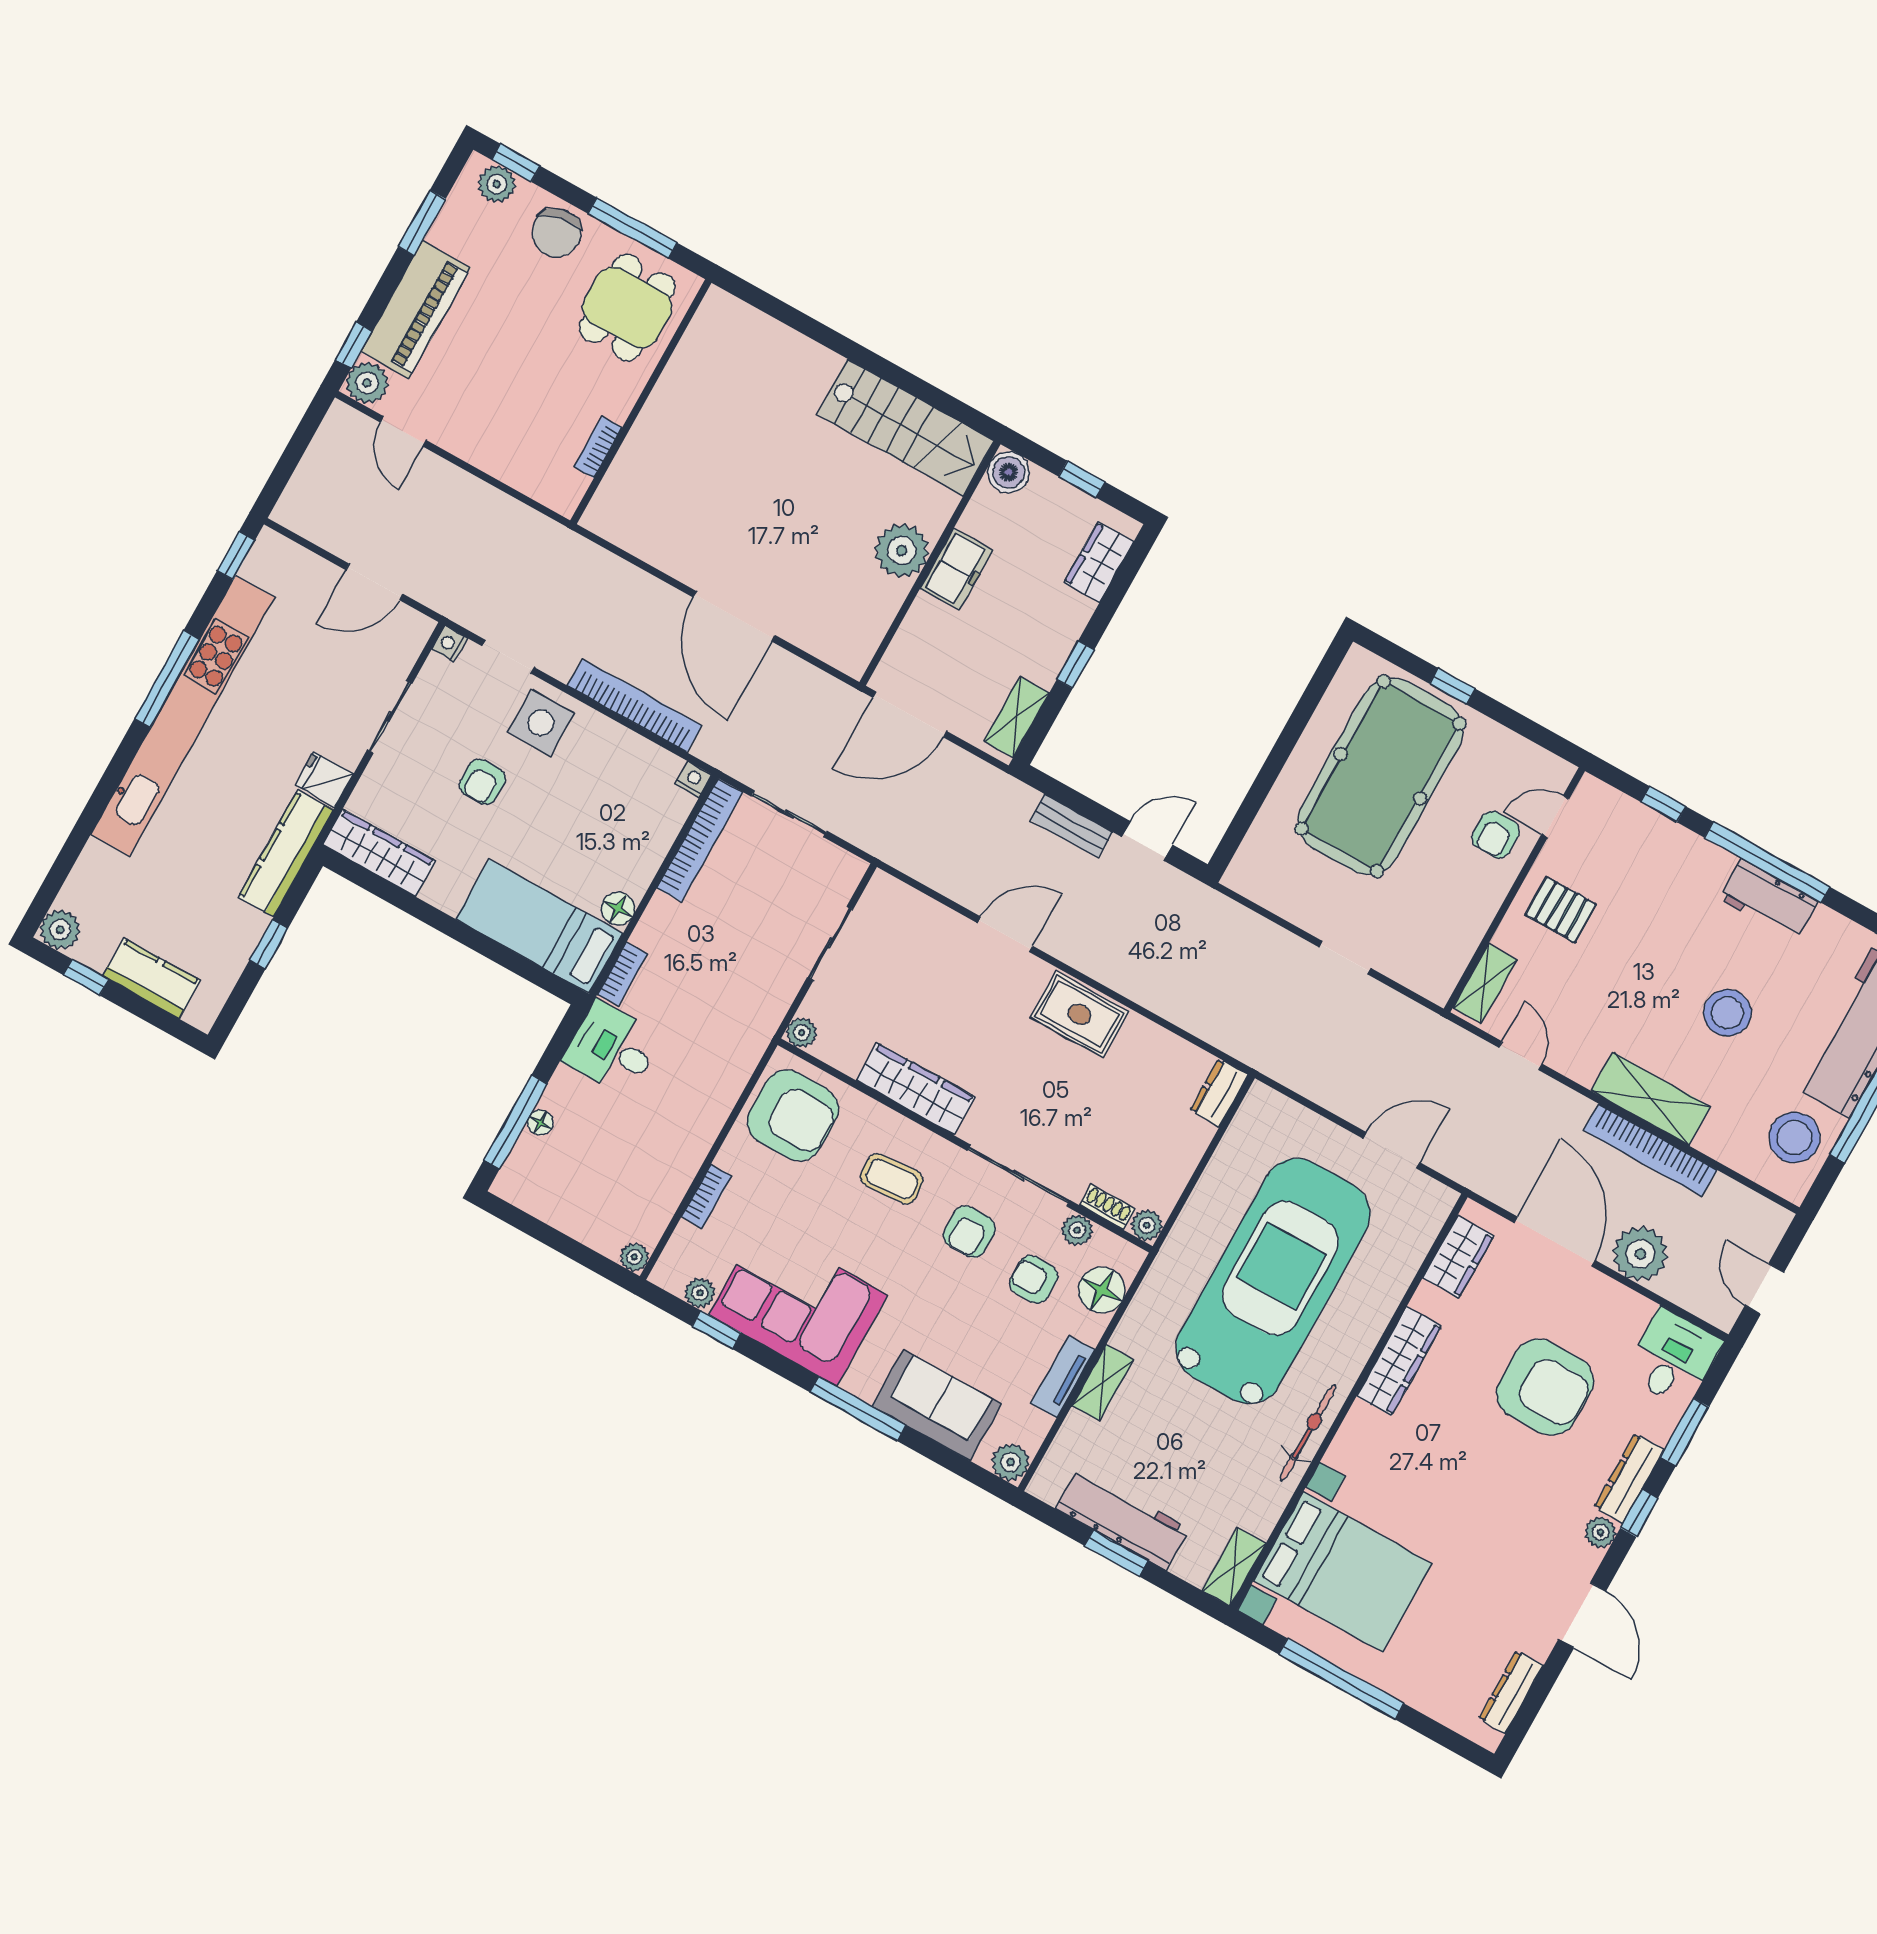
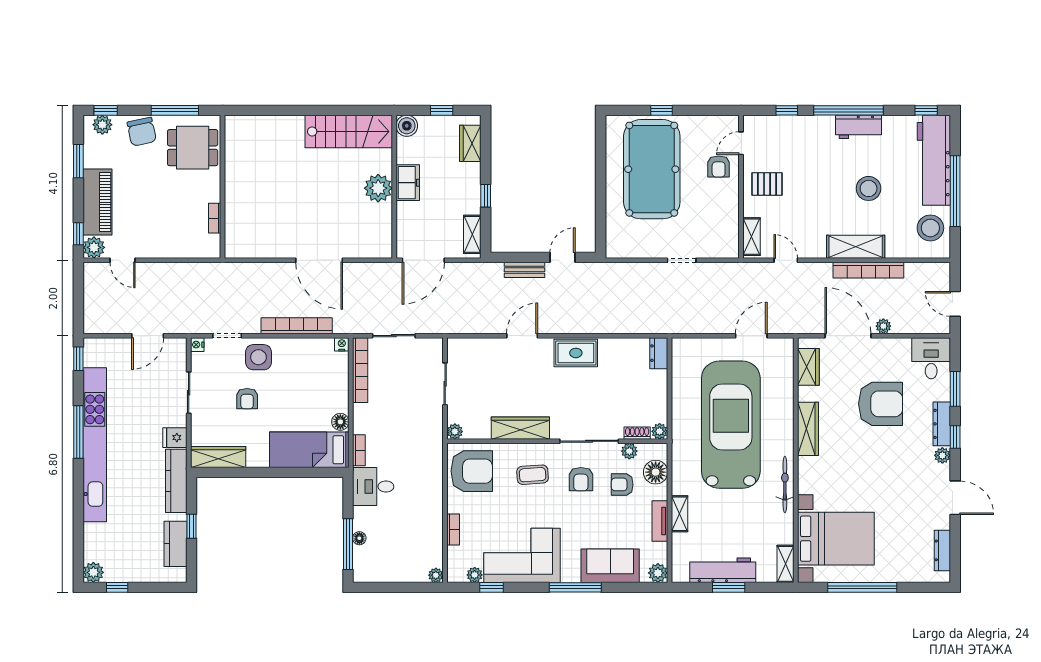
dining table: (627, 308) -> (193, 148), turned 90
kitchen counter: (151, 978) -> (175, 544), moved, turned -90
plant: (1640, 1254) -> (883, 326), width x0.53, depth x0.53

